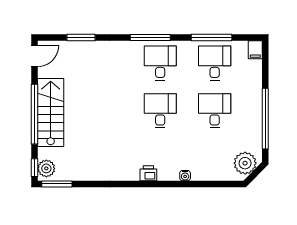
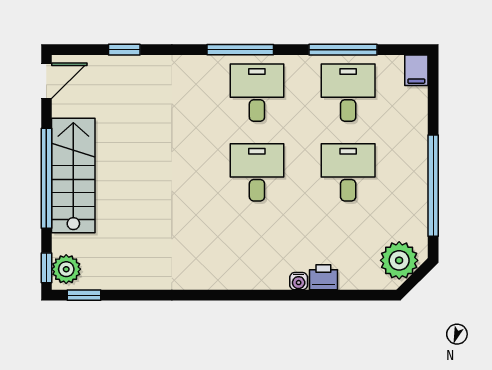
window: (81, 37) -> (124, 50), width x0.67
printer: (148, 173) -> (323, 277), moved
window: (57, 184) -> (84, 295), width x0.67

